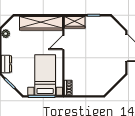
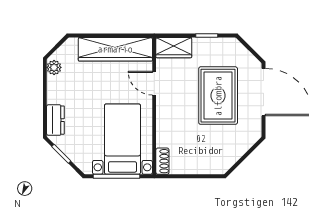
door: (63, 43) -> (154, 83), hinge flipped
rug: (100, 50) -> (218, 96), added

